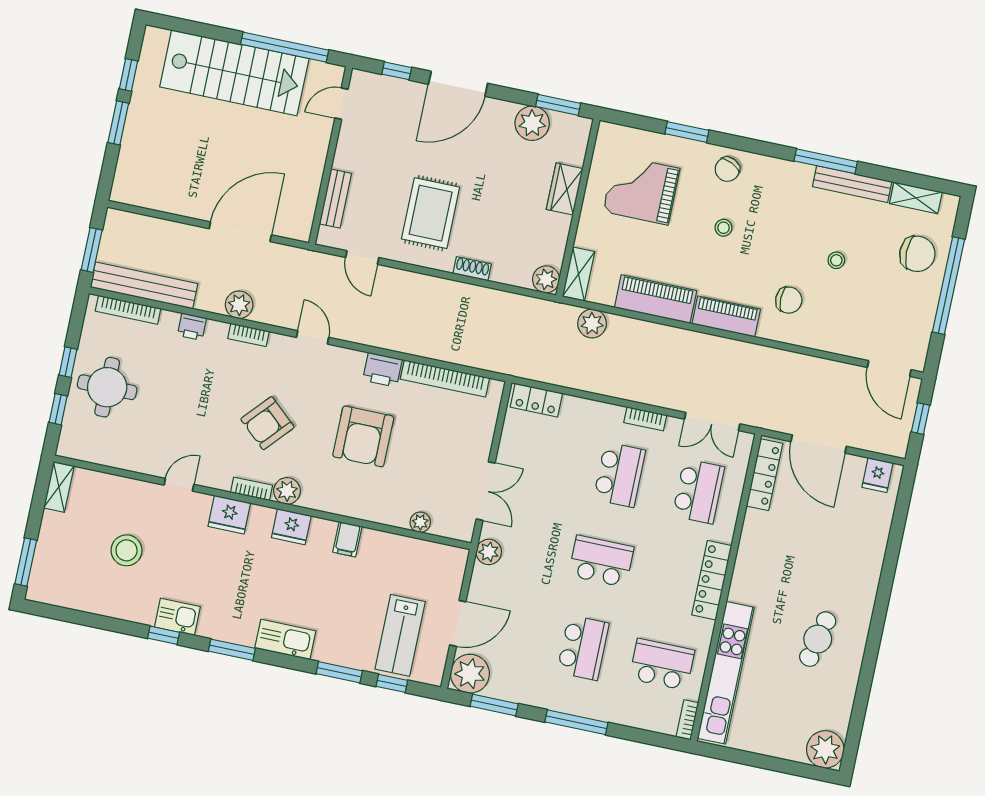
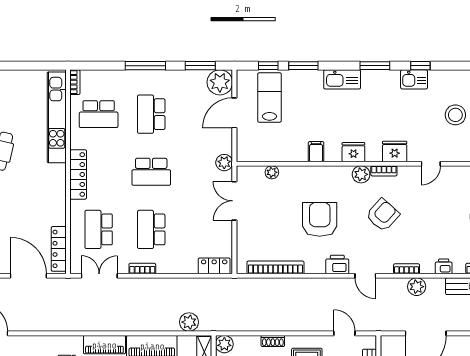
printer: (382, 370) -> (337, 264), moved

